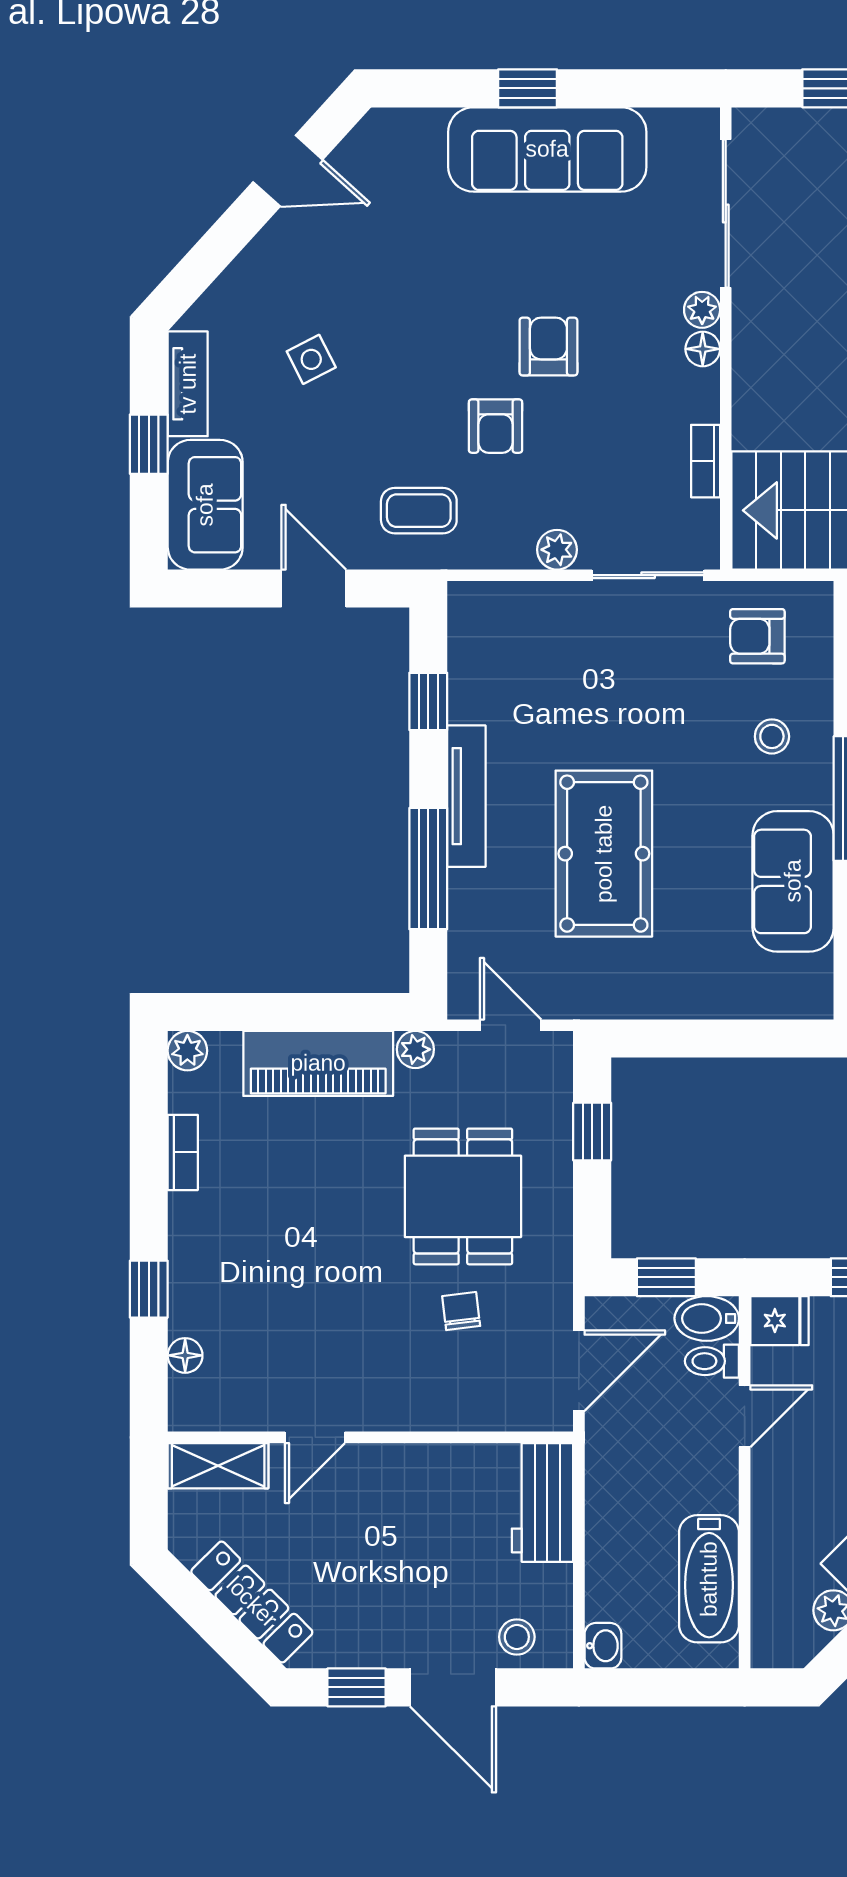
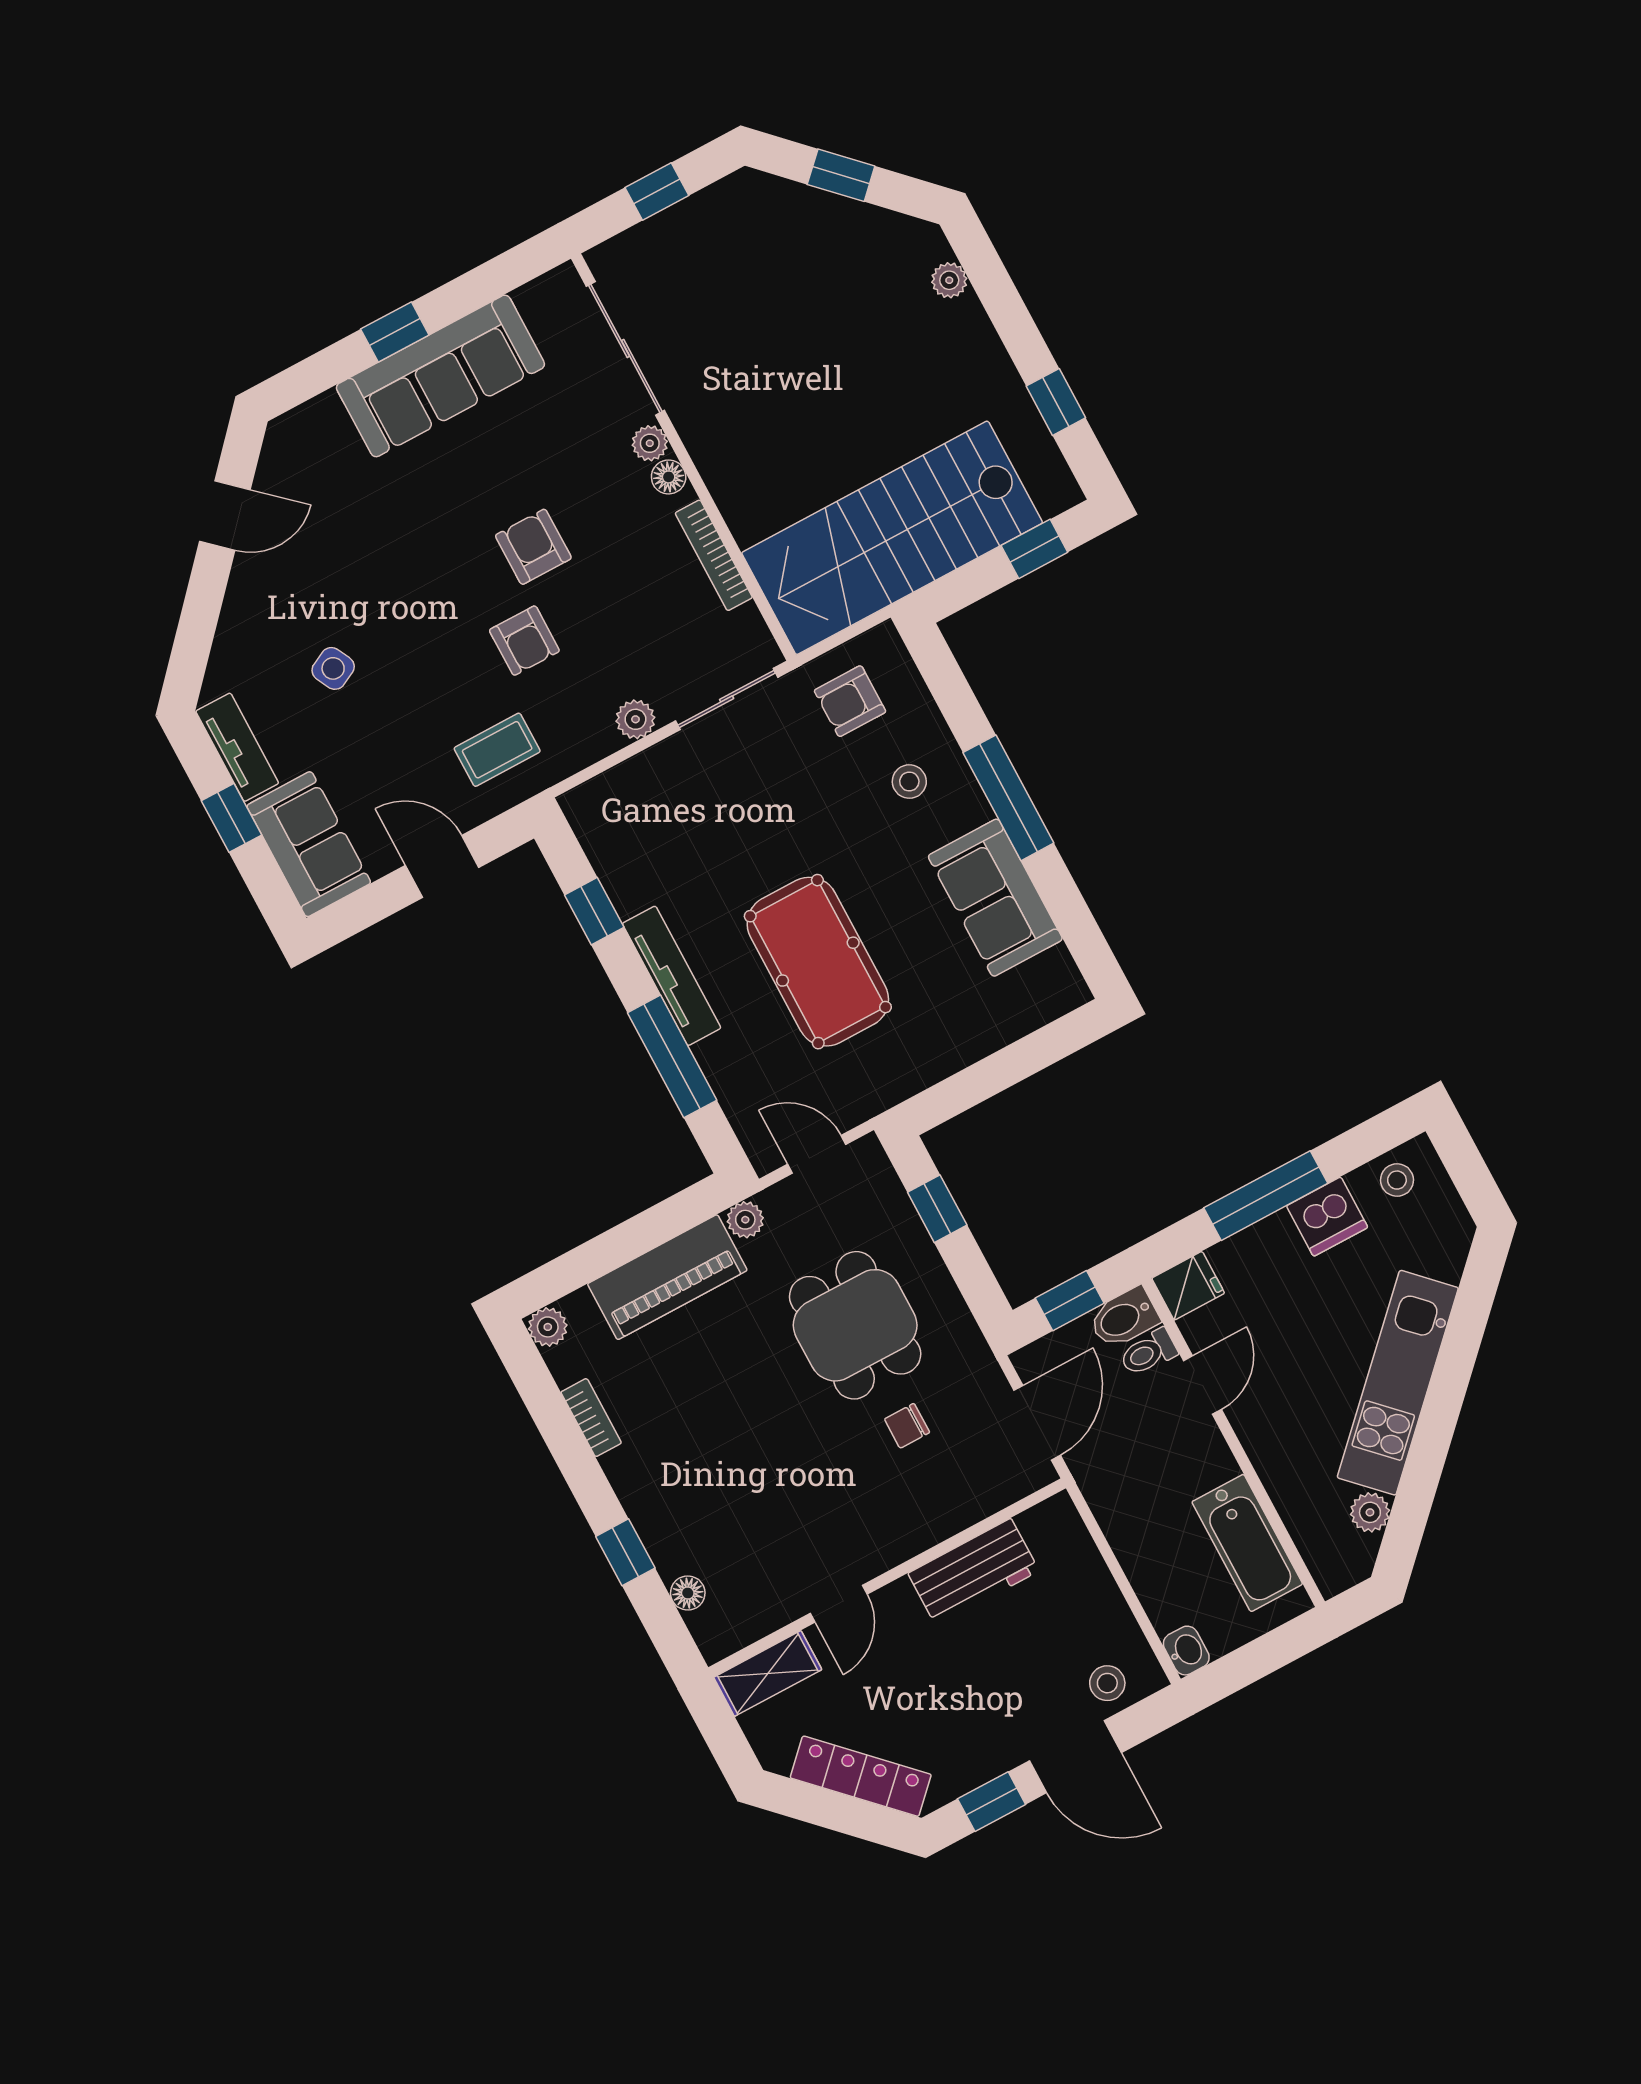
bookcase: (706, 461) -> (714, 555), width x1.56
chair: (461, 1311) -> (907, 1426), turned -83
workbench: (543, 1502) -> (974, 1572), moved, turned -90

